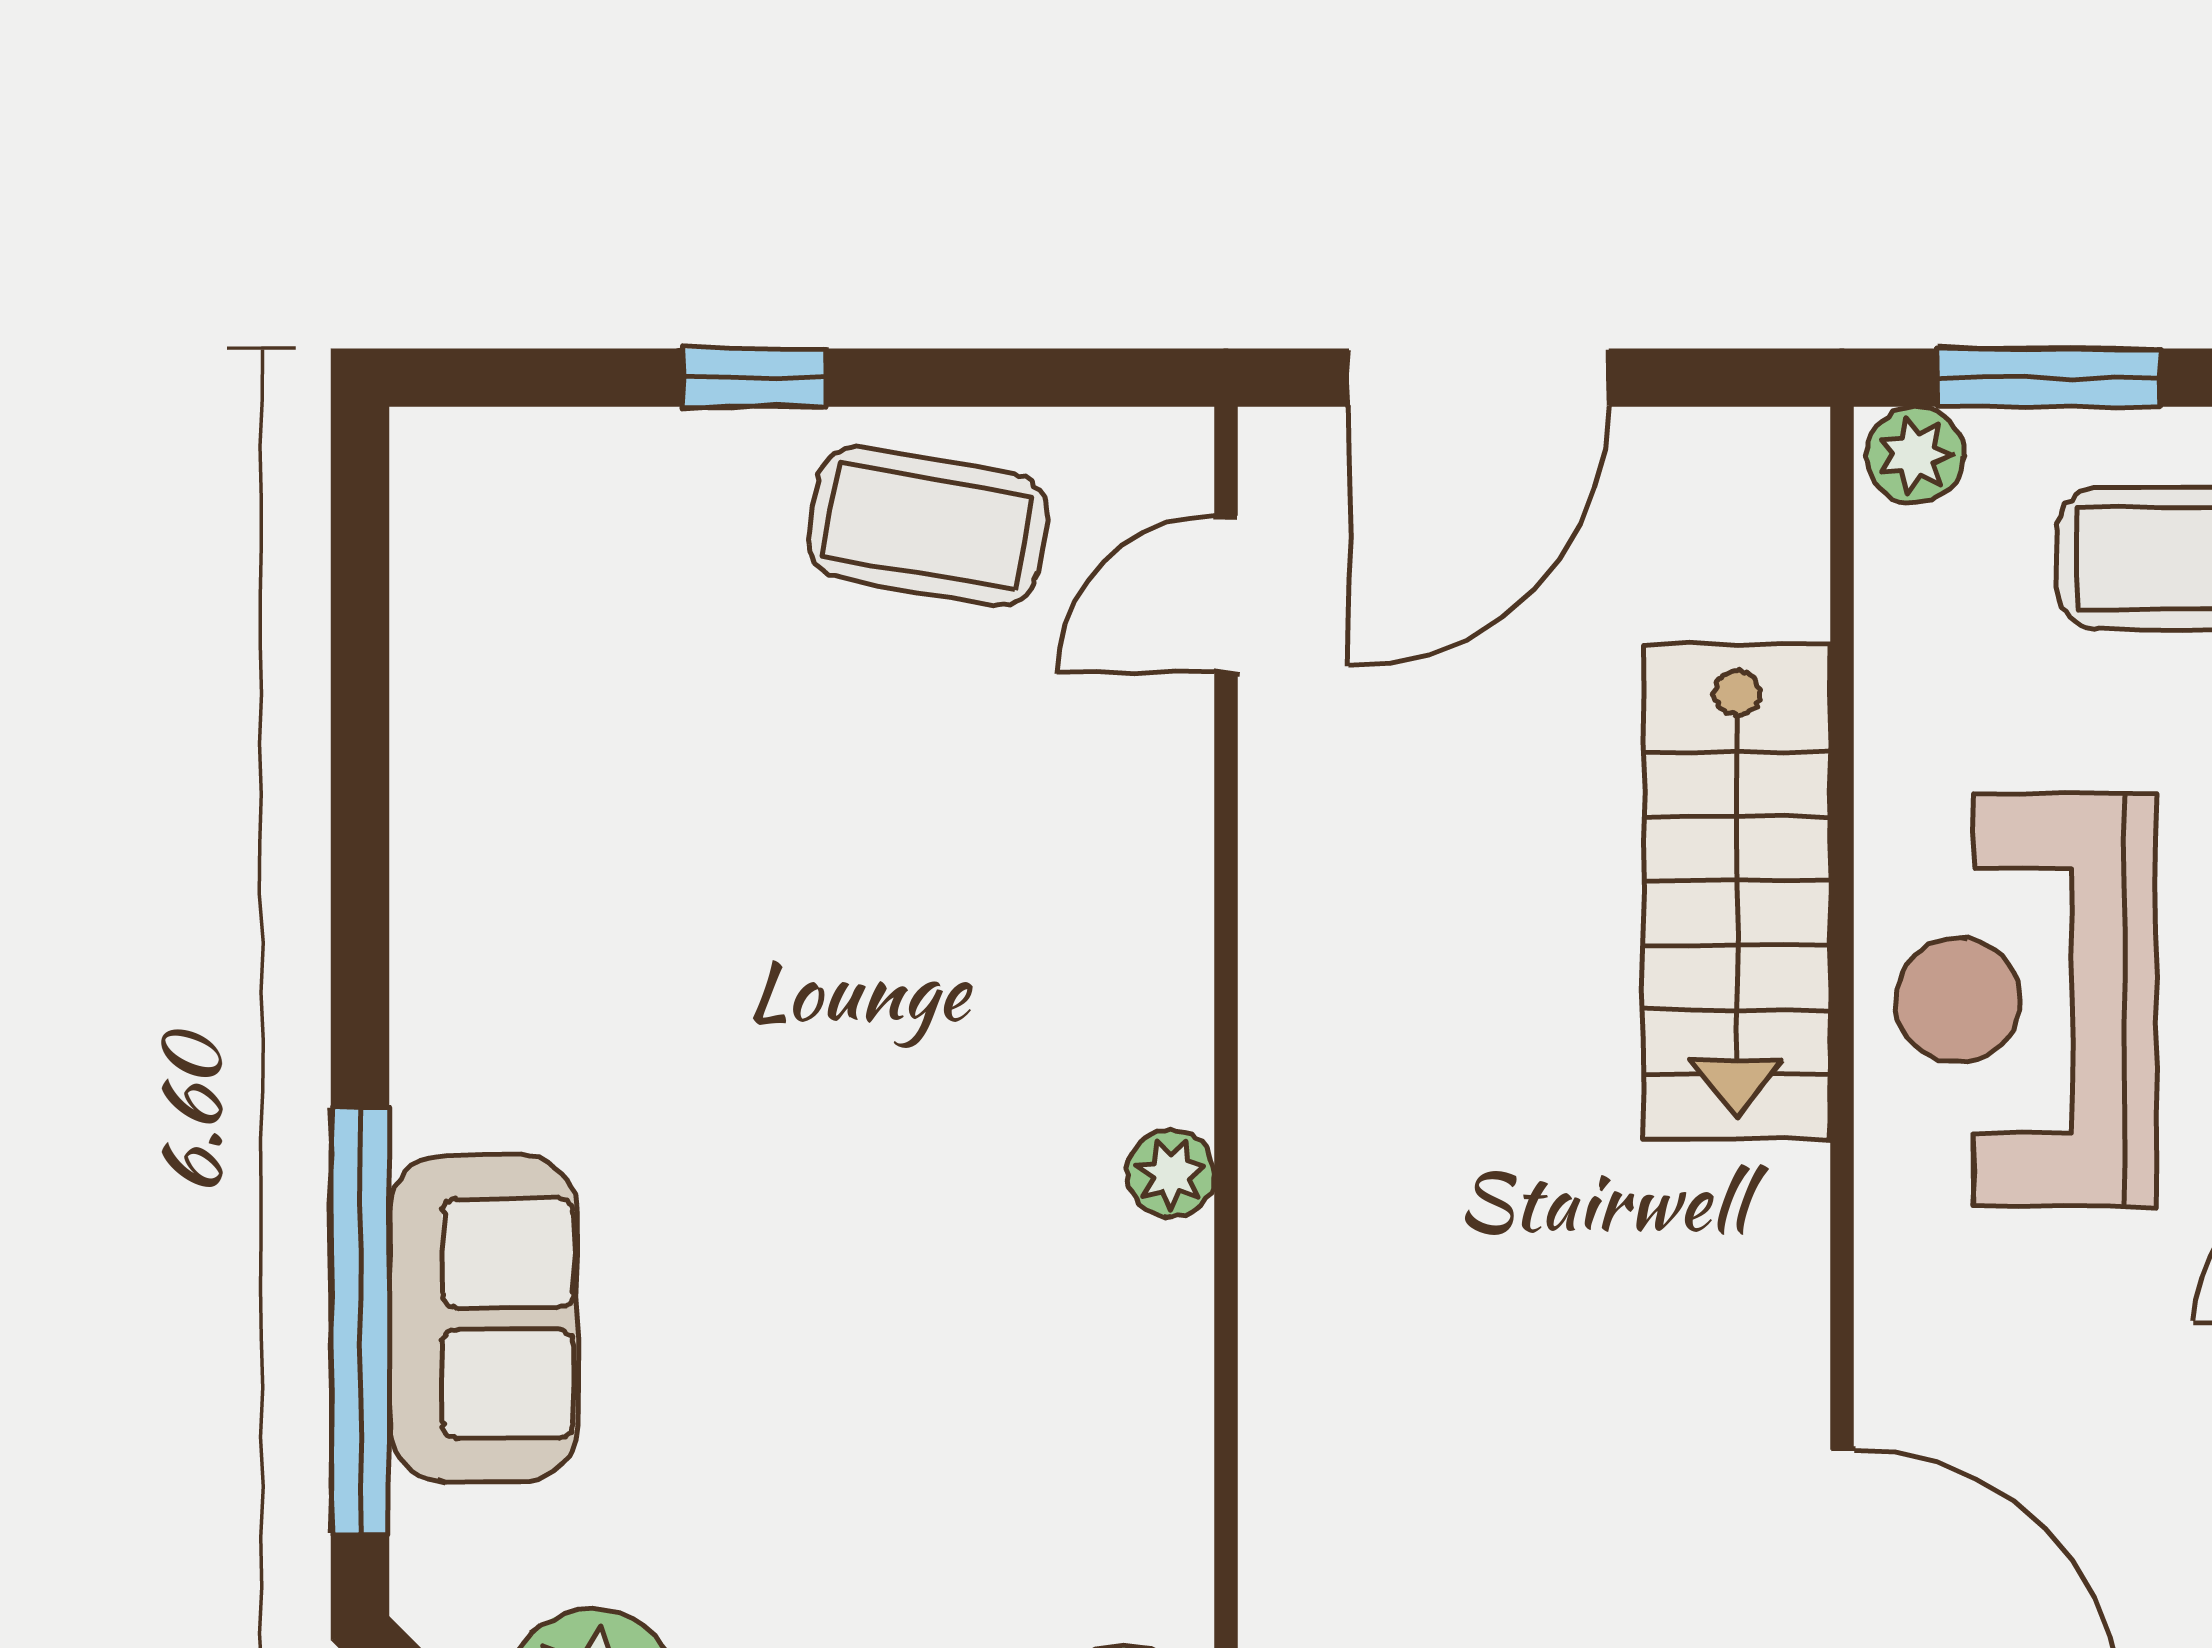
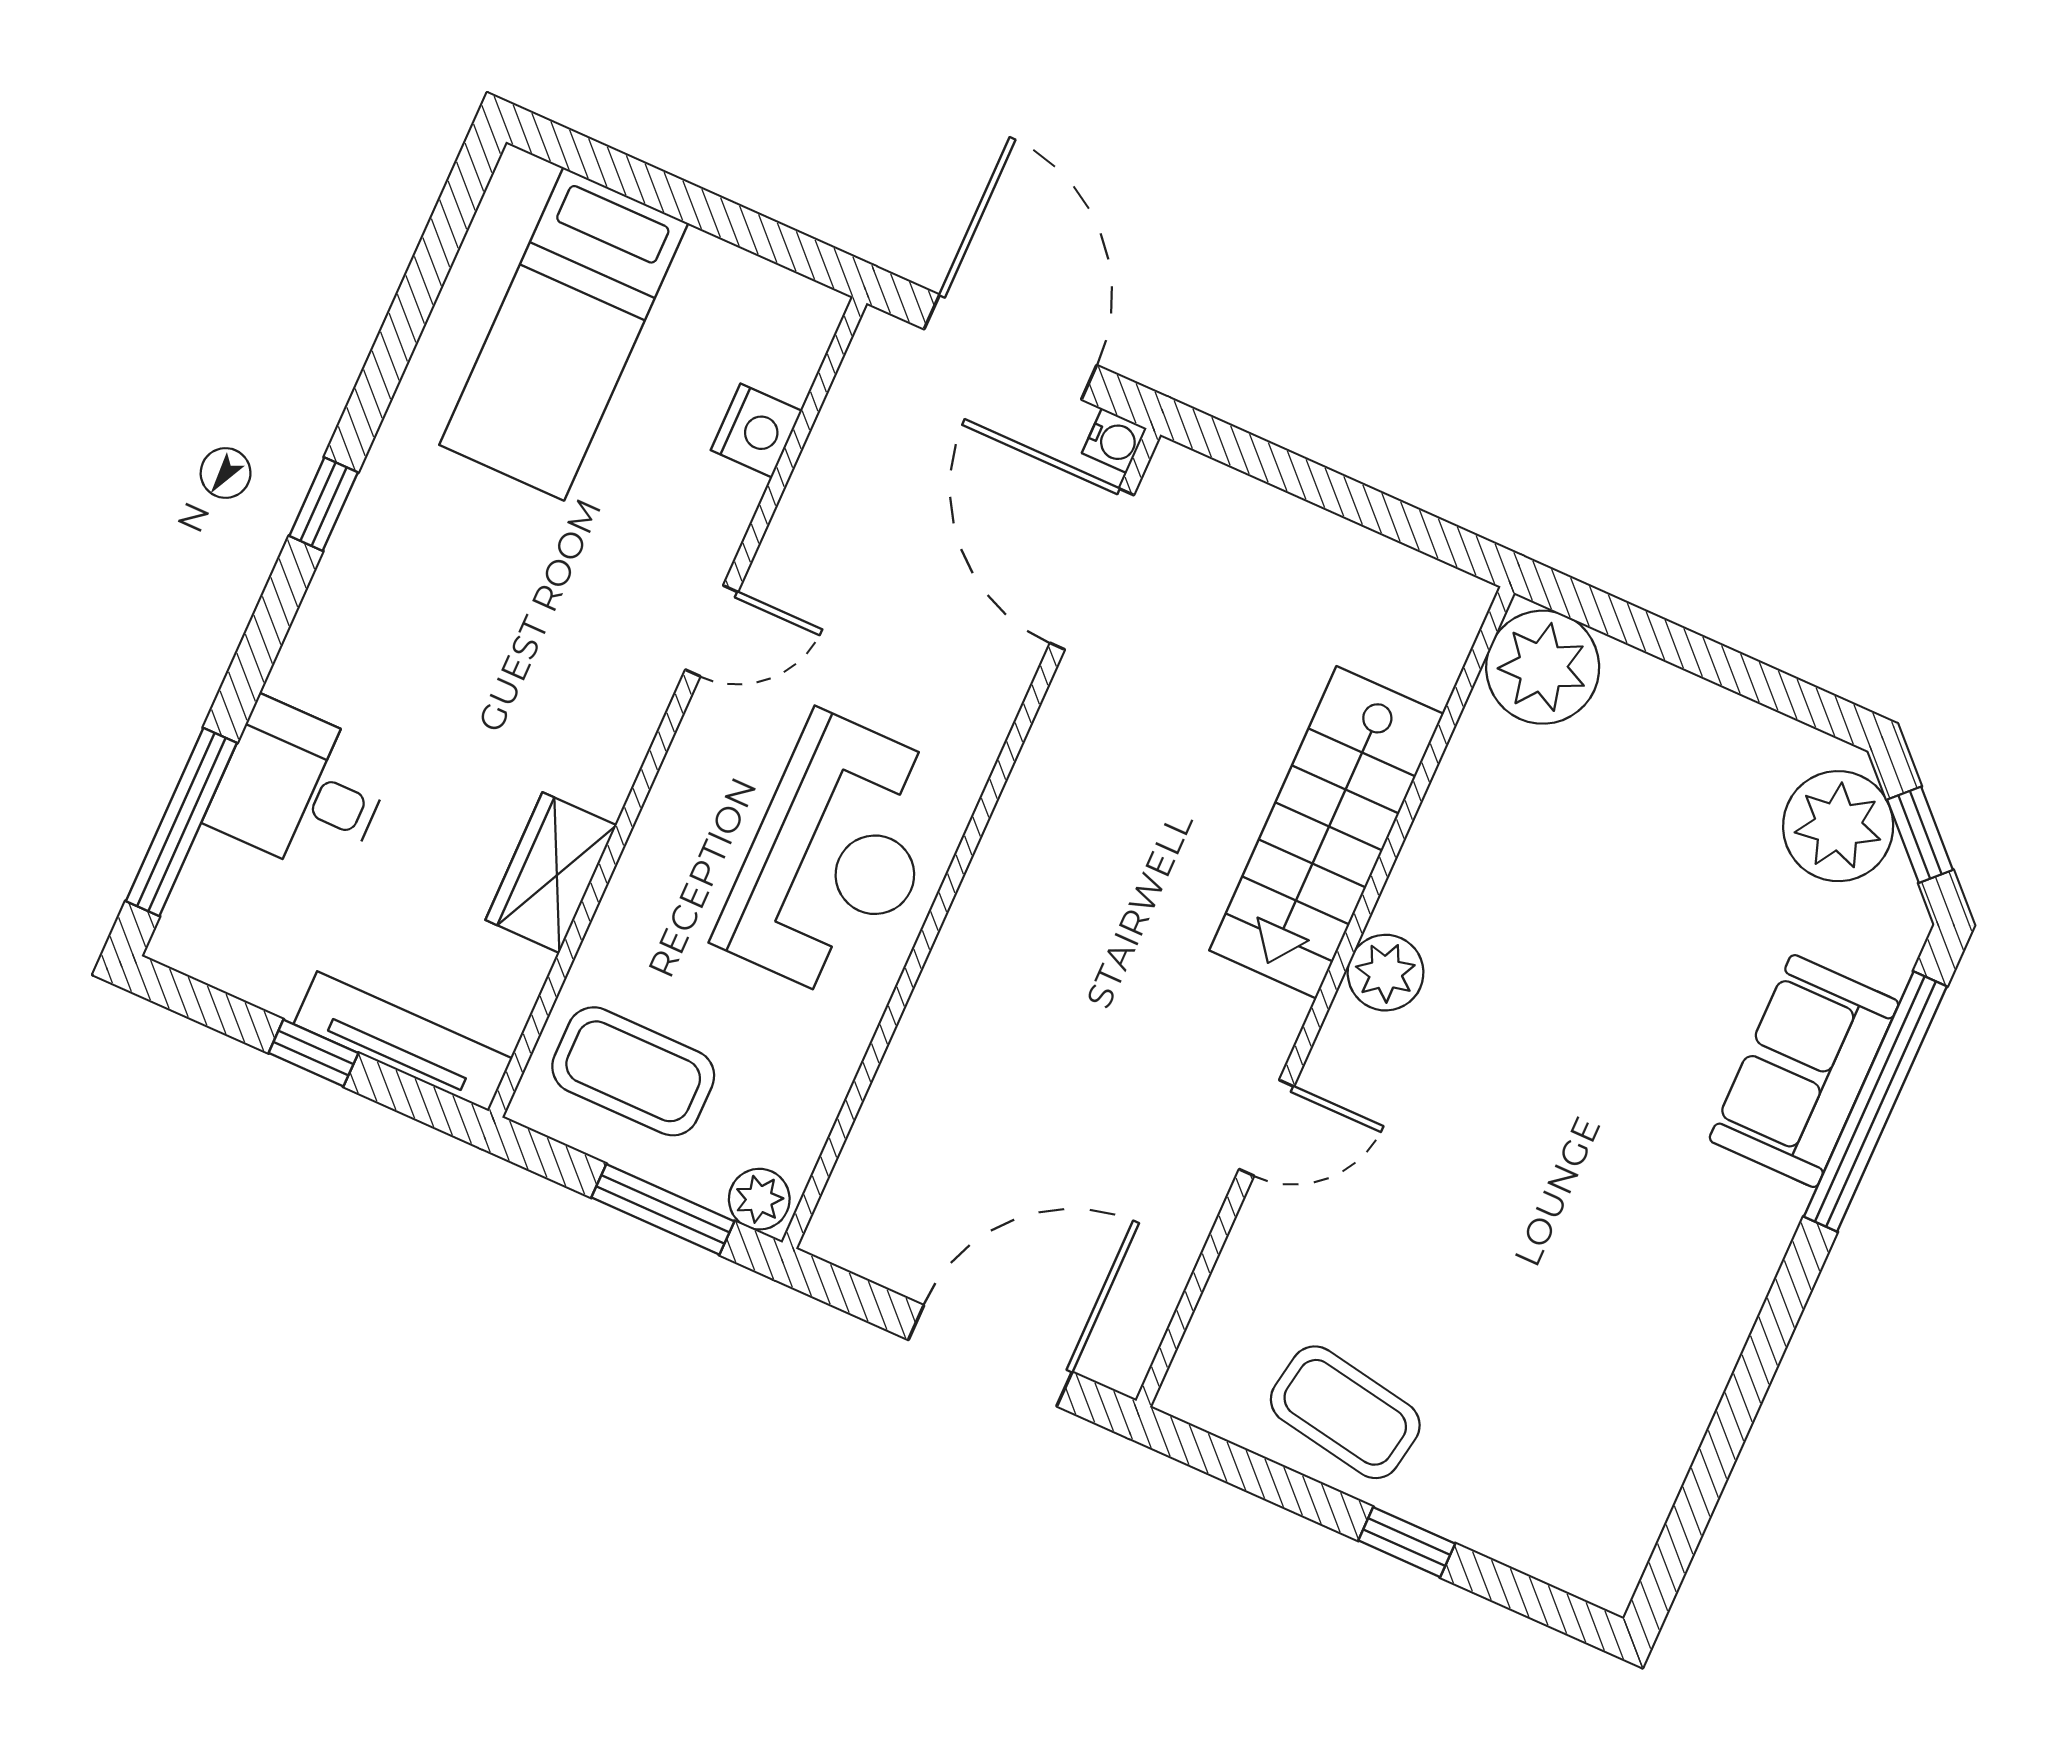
door: (1226, 594) -> (1267, 1128), moved
stairs: (1737, 891) -> (1326, 832), moved, turned 180
plant: (1171, 1173) -> (1386, 973), width x1.38, depth x1.38

